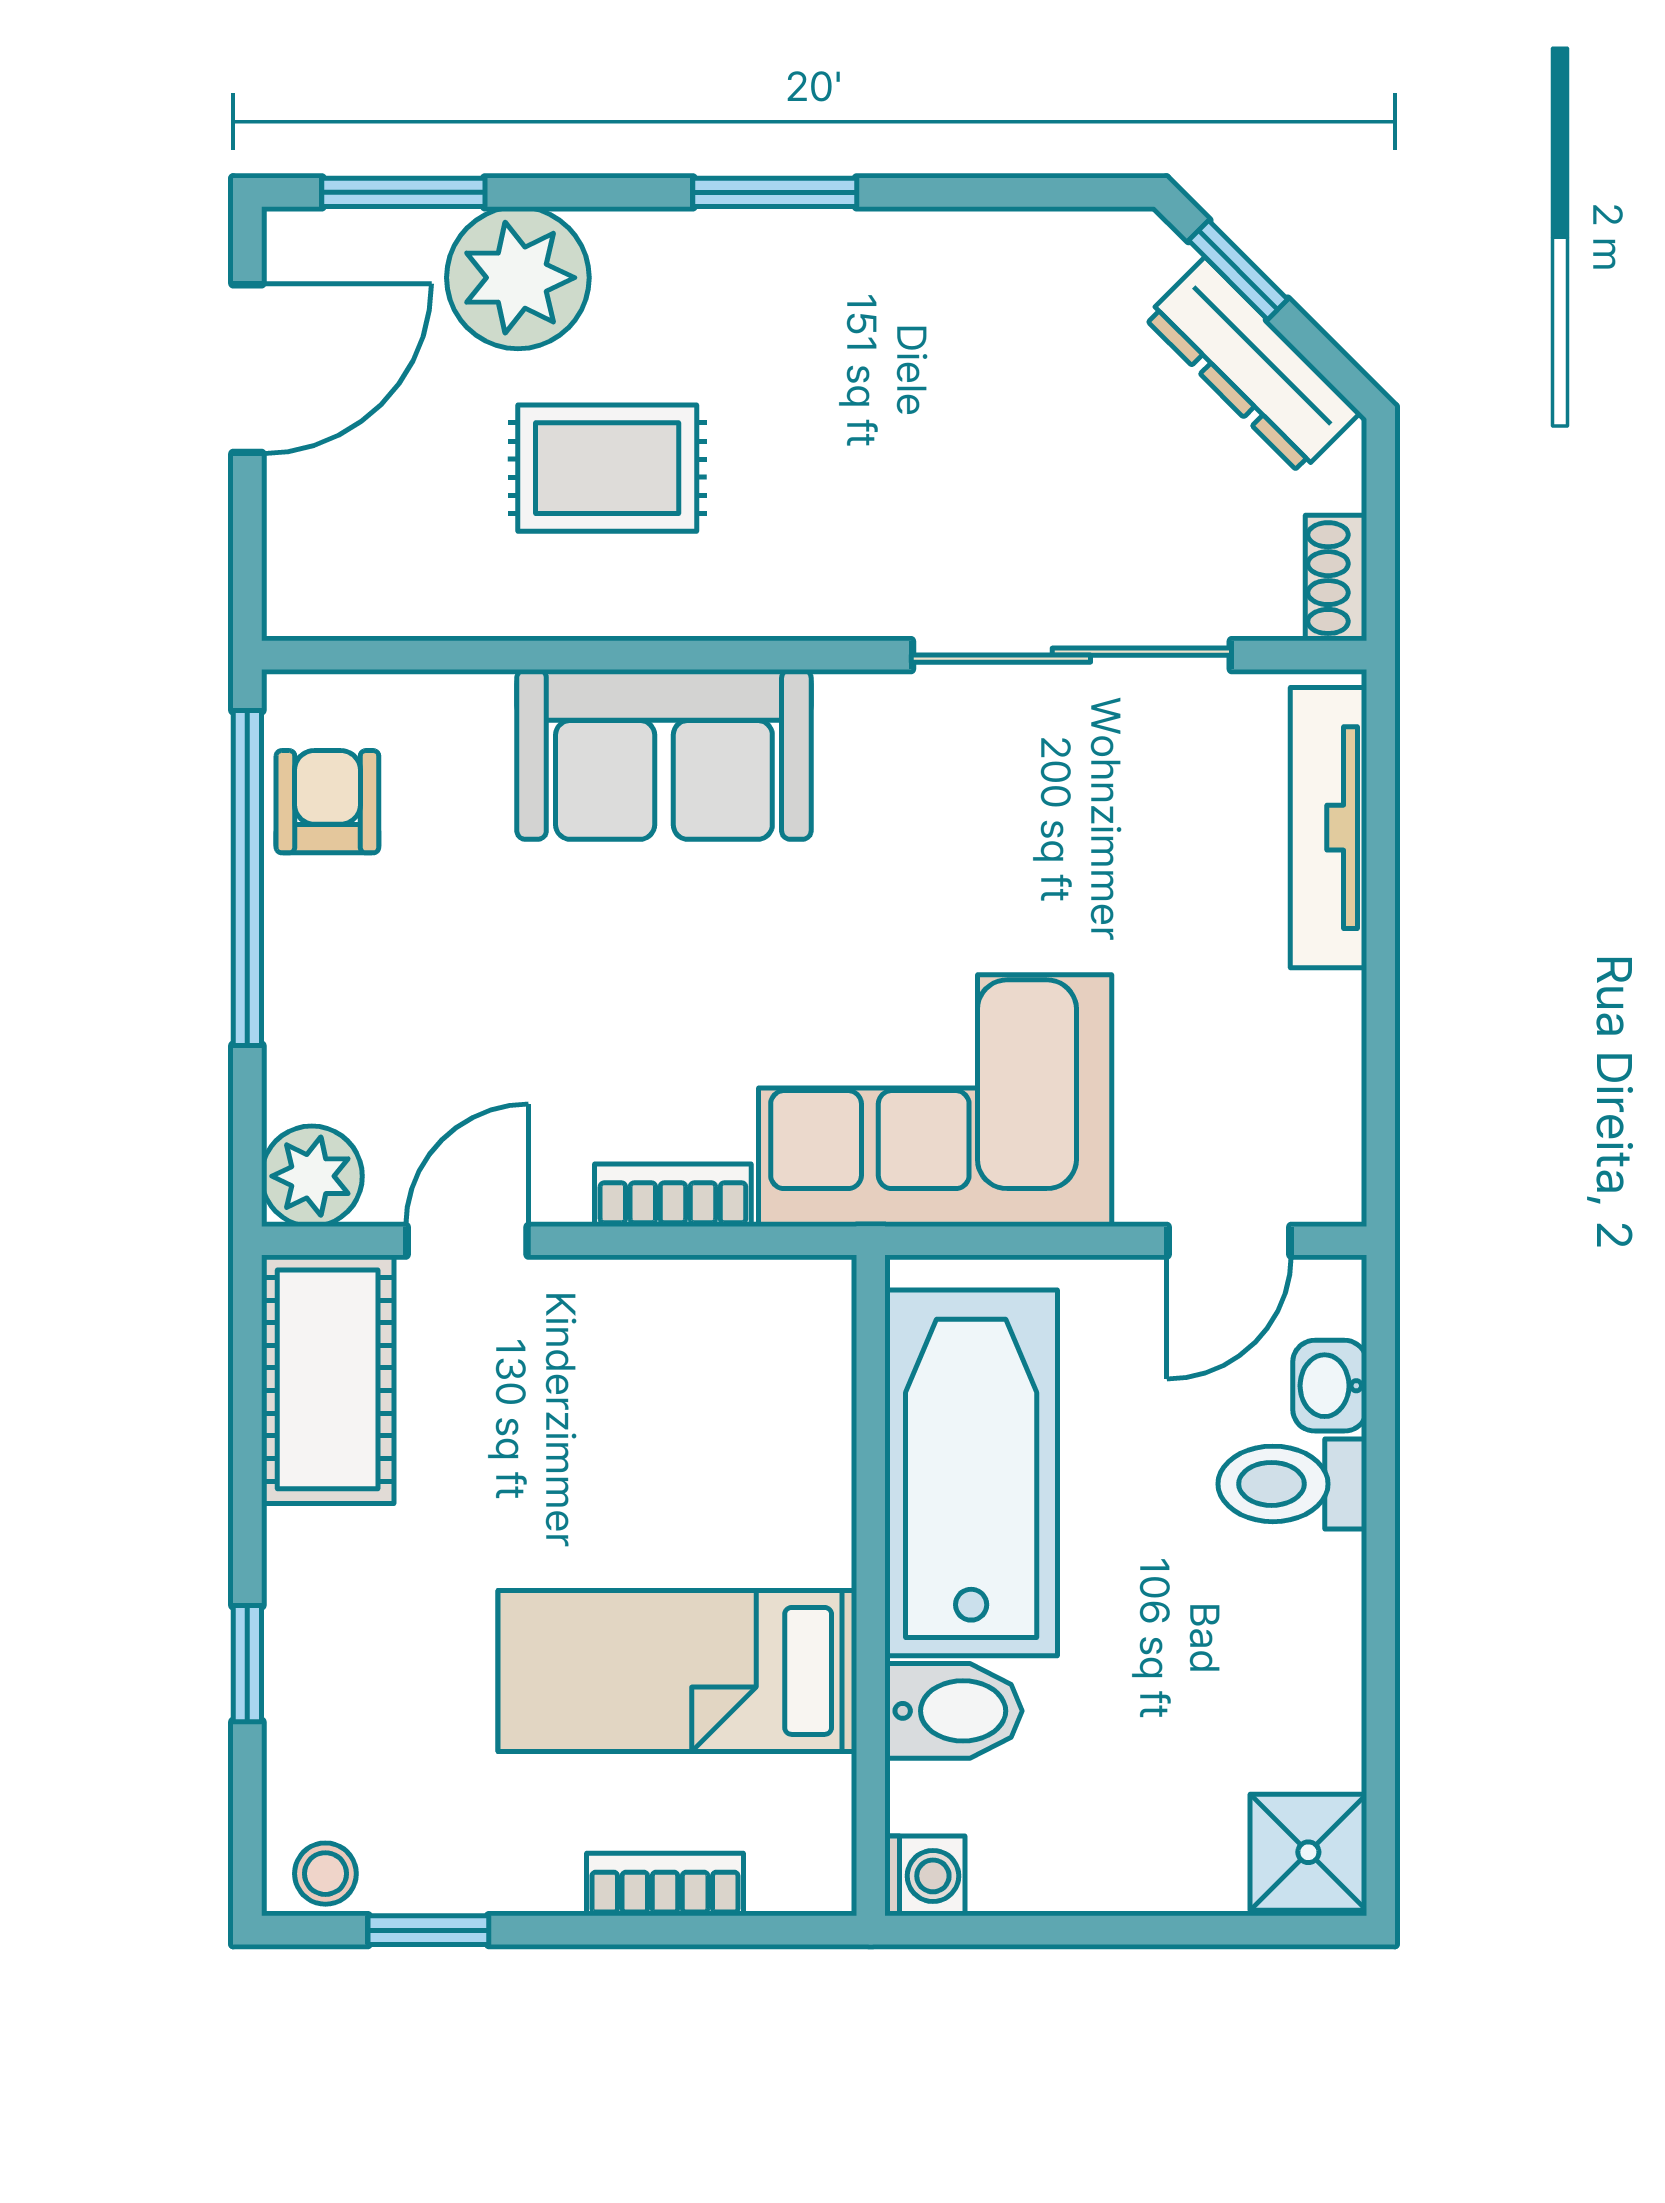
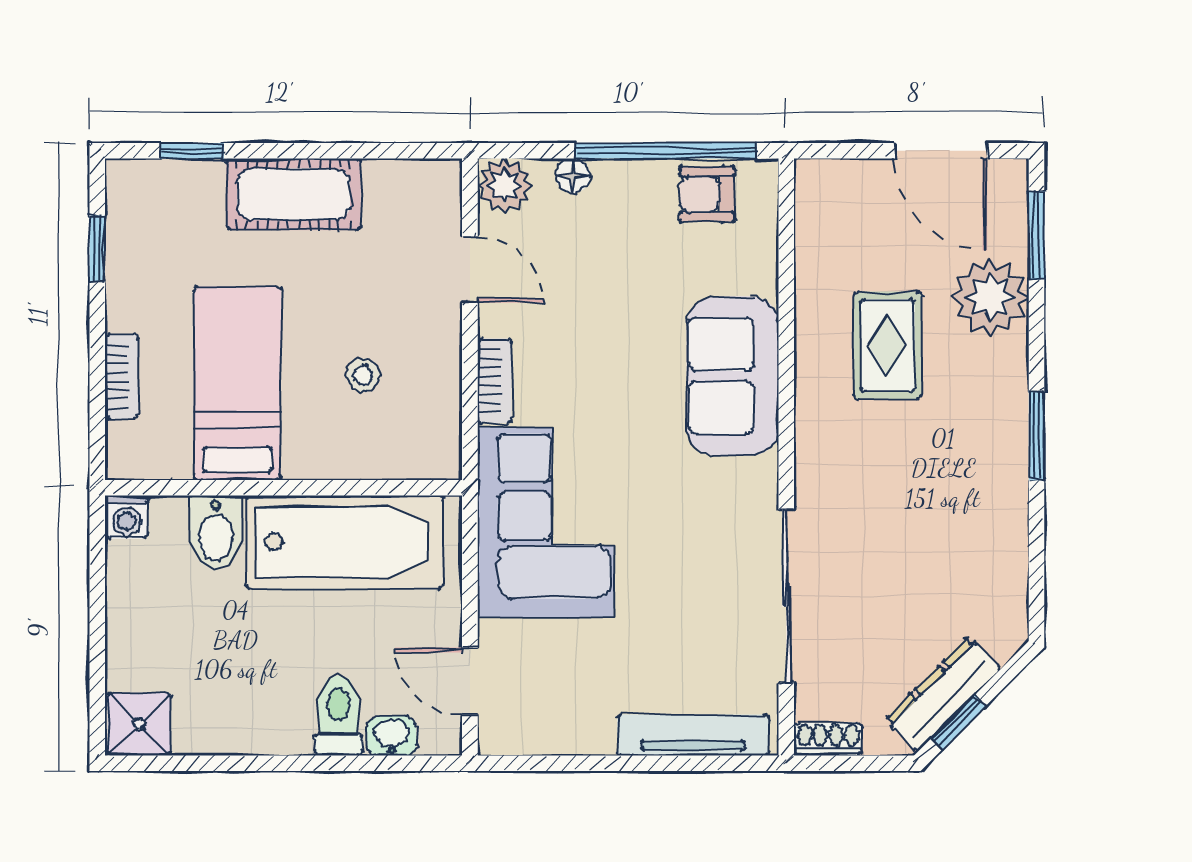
window: (1238, 270) -> (958, 722), moved
armchair: (327, 802) -> (707, 194), turned 180
floor lamp: (293, 1050) -> (573, 176), added
cot: (328, 1379) -> (294, 194), moved
window: (247, 1664) -> (192, 151), moved
stool: (325, 1874) -> (363, 375), moved

